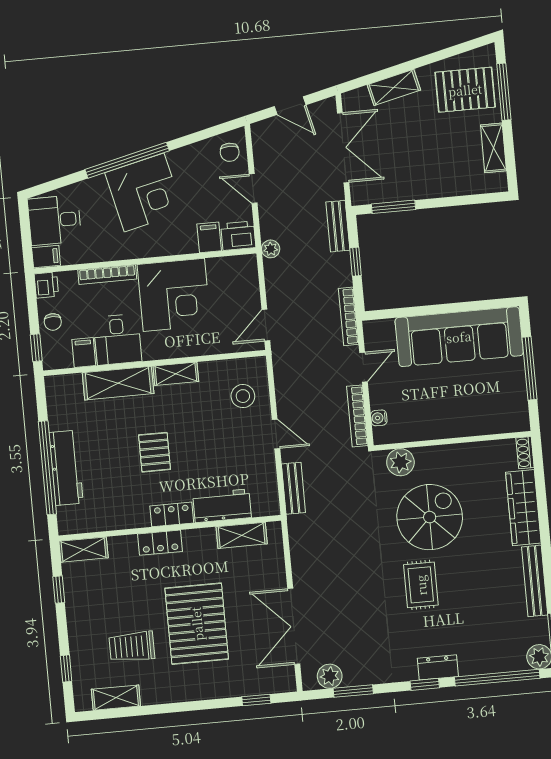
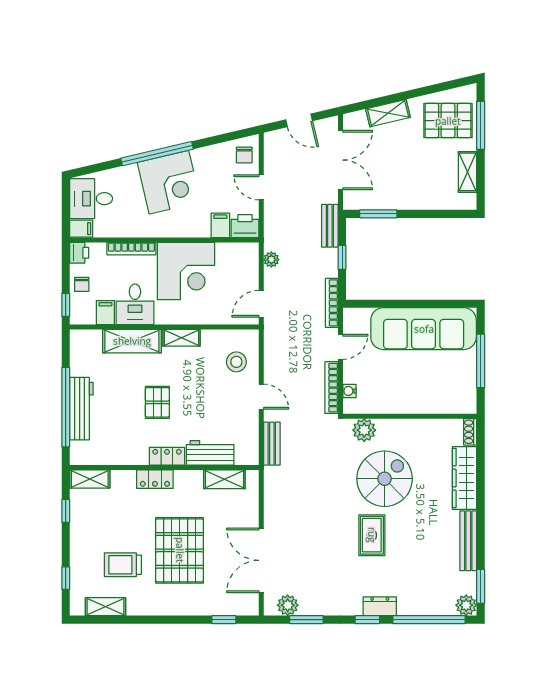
plant: (271, 249) -> (271, 260), moved

